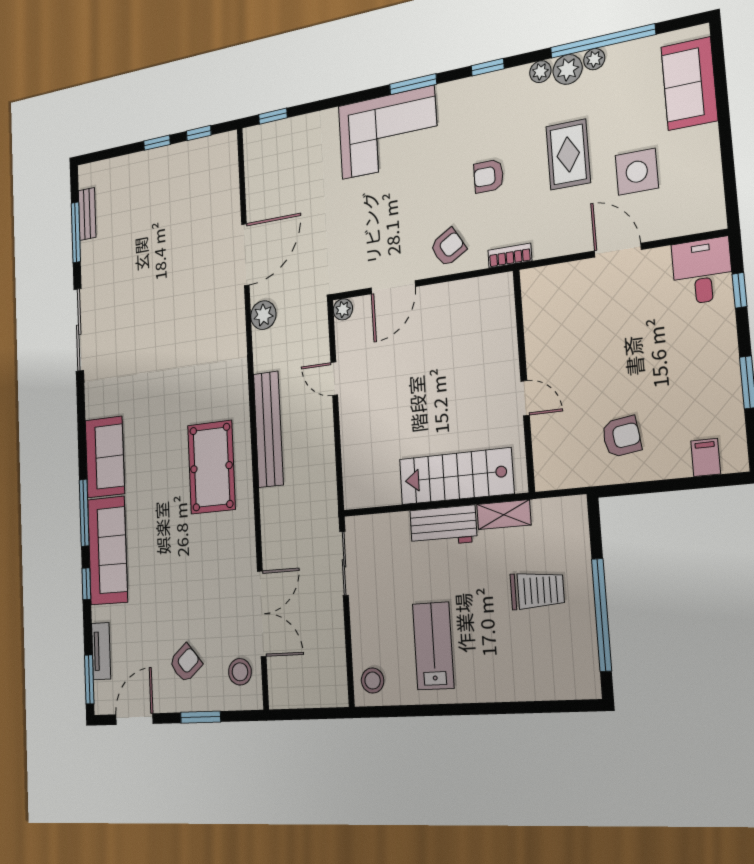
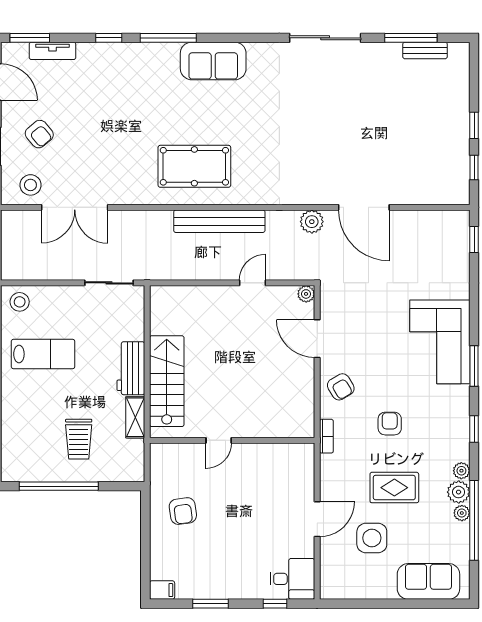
filing cabinet: (706, 457) -> (162, 590), moved
sofa: (108, 551) -> (135, 61), removed

